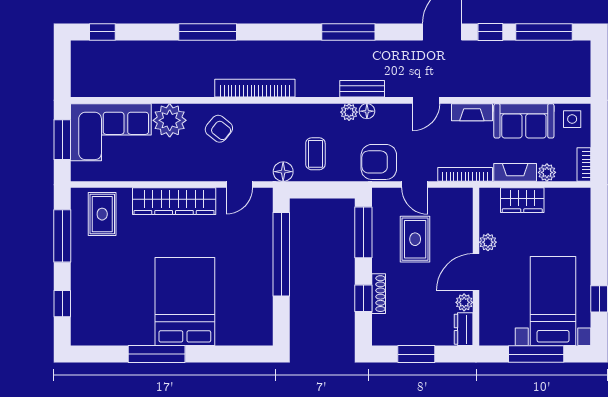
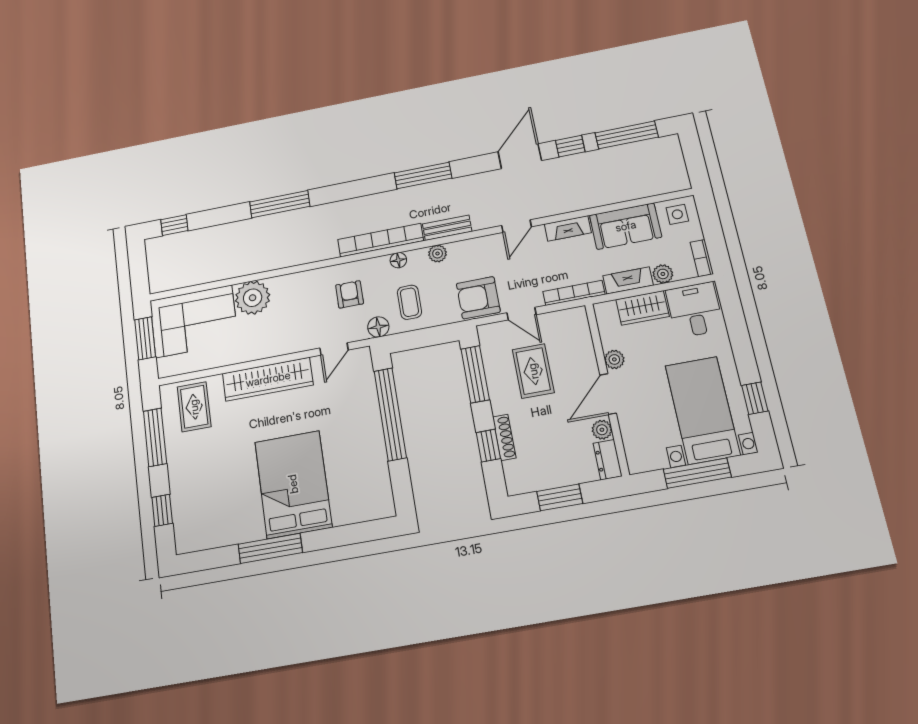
bookcase: (255, 88) -> (381, 240), moved
floor lamp: (367, 111) -> (398, 260), moved
armchair: (219, 129) -> (350, 294), moved, turned -129
desk: (567, 211) -> (695, 310), added

